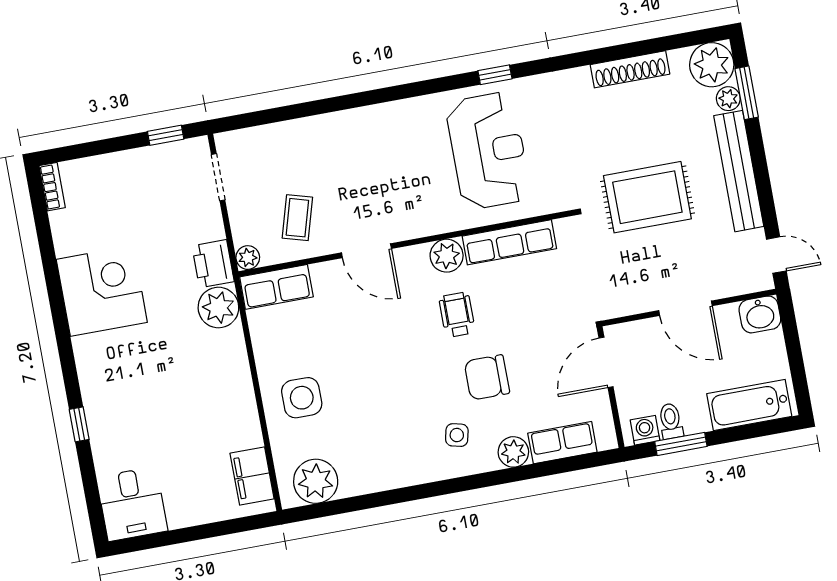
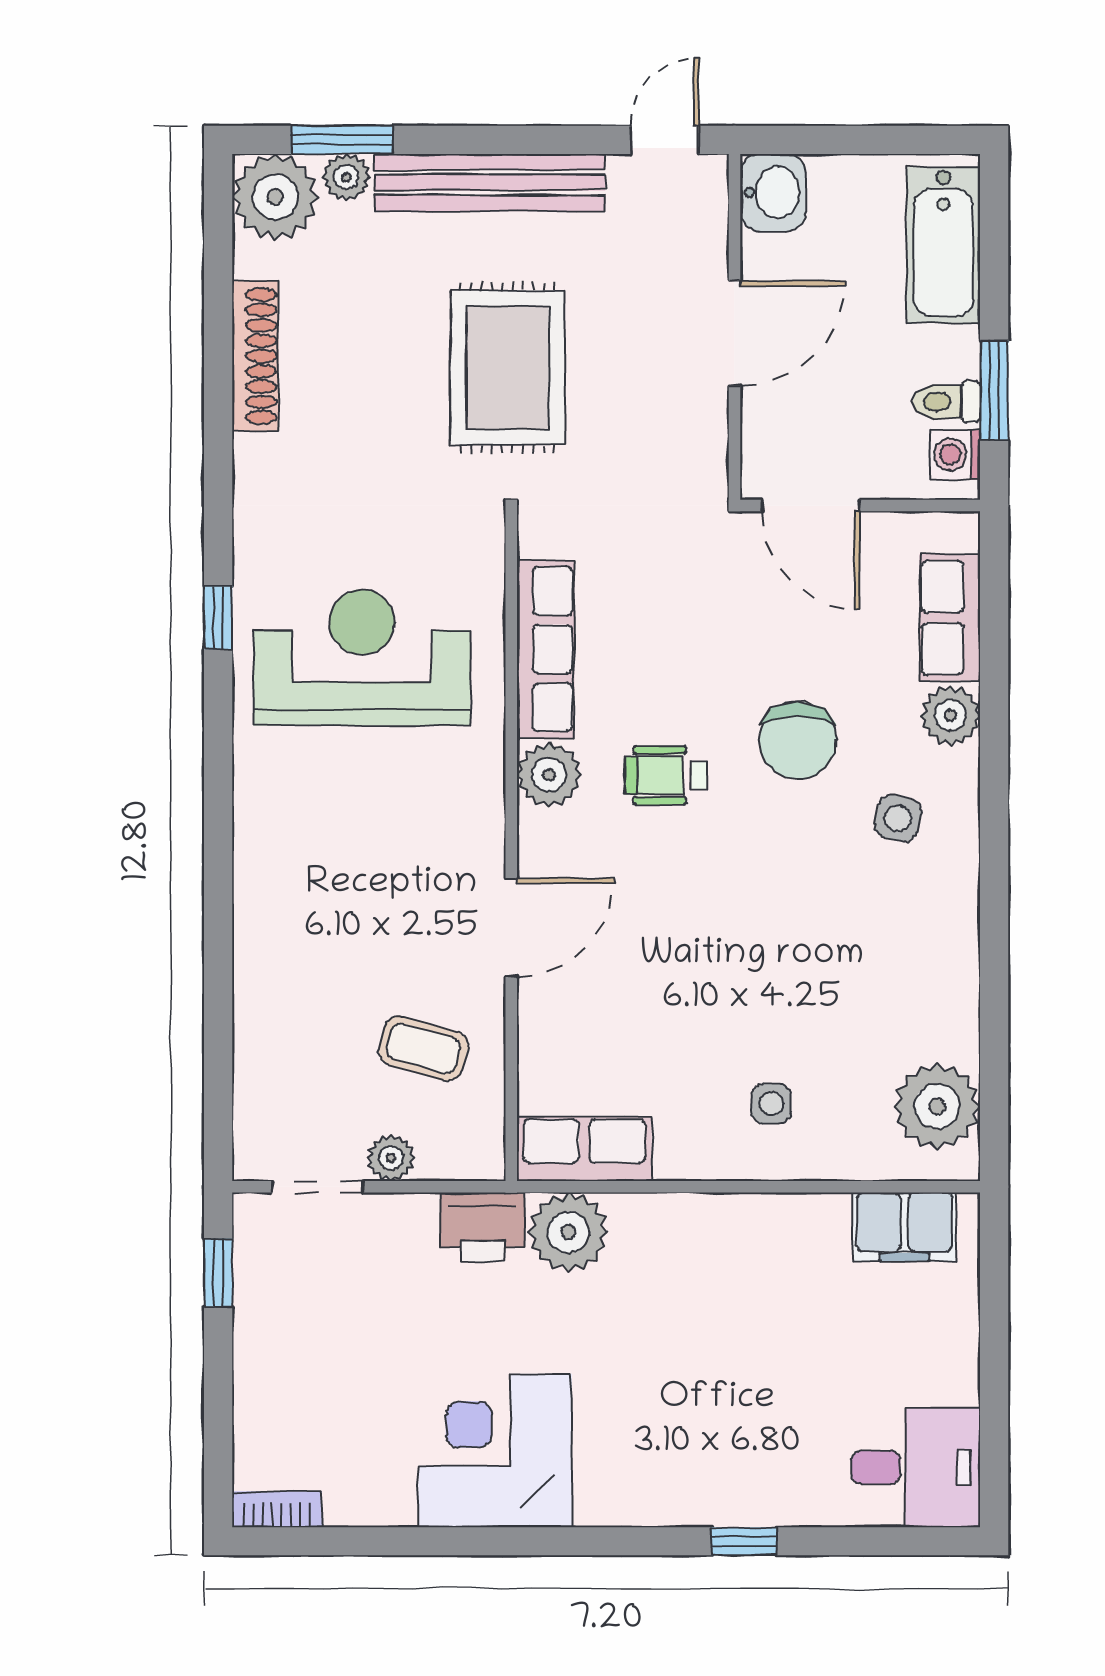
plant: (248, 258) -> (391, 1158), moved
row of seats: (276, 287) -> (584, 1149), moved, turned -90
side table: (302, 398) -> (771, 1104), width x0.54, depth x0.54

